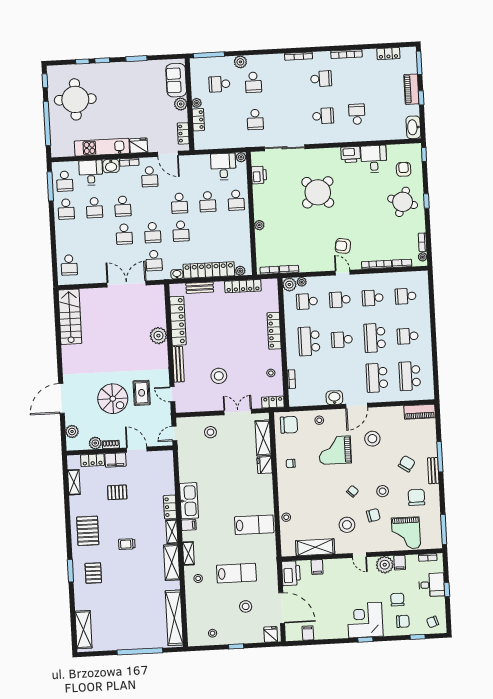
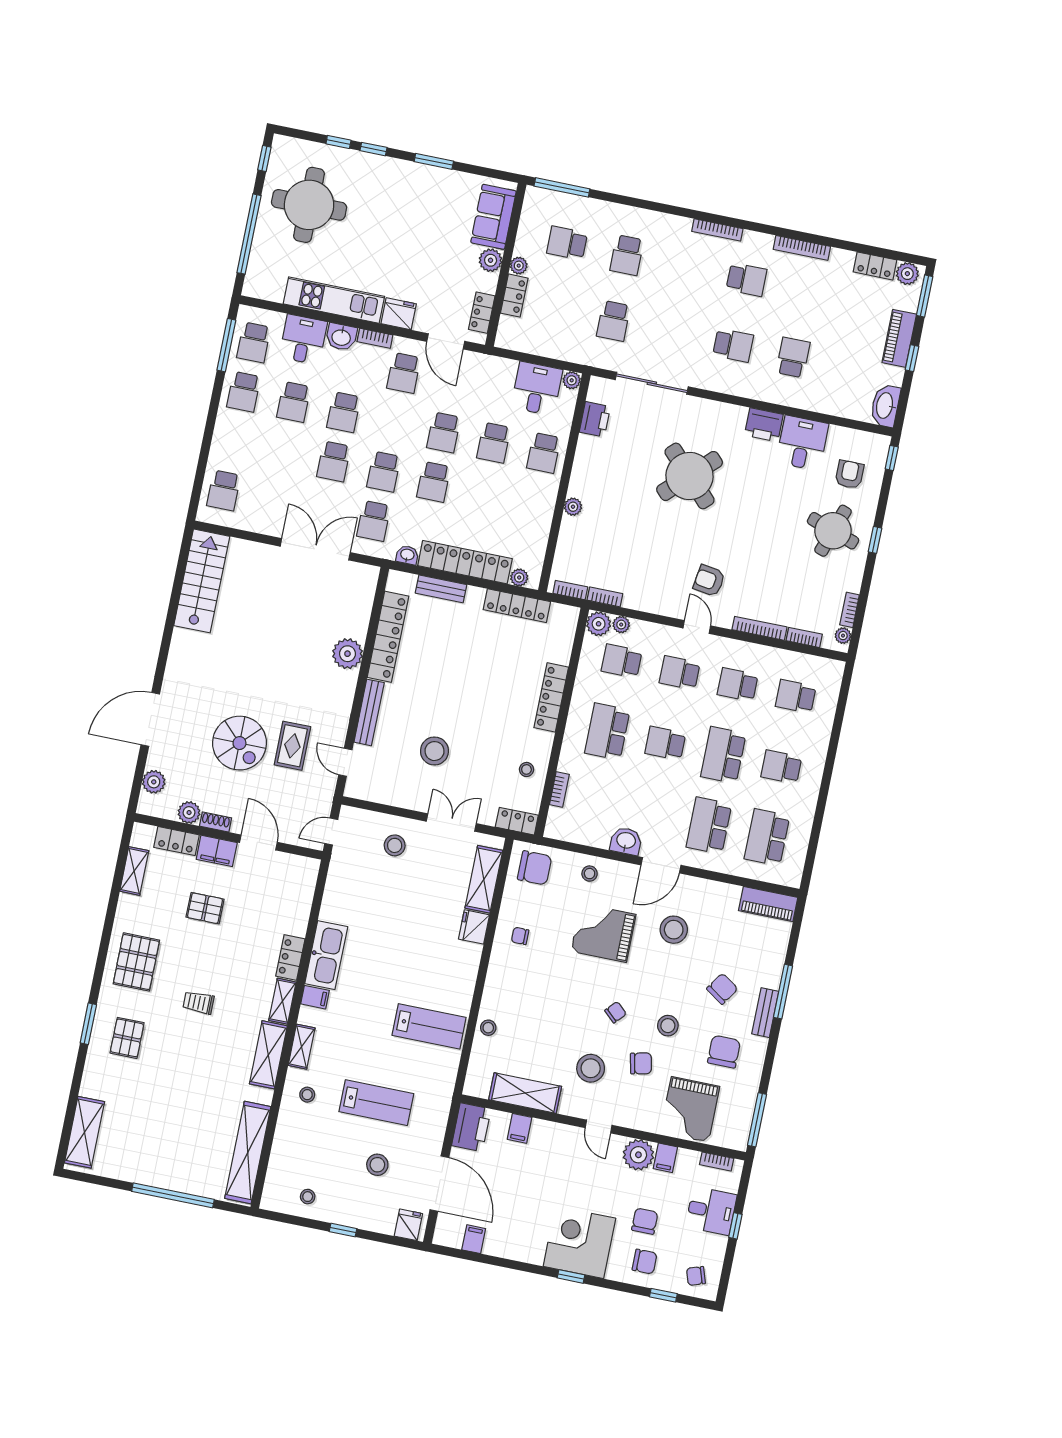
plant: (240, 62) -> (907, 274), moved

